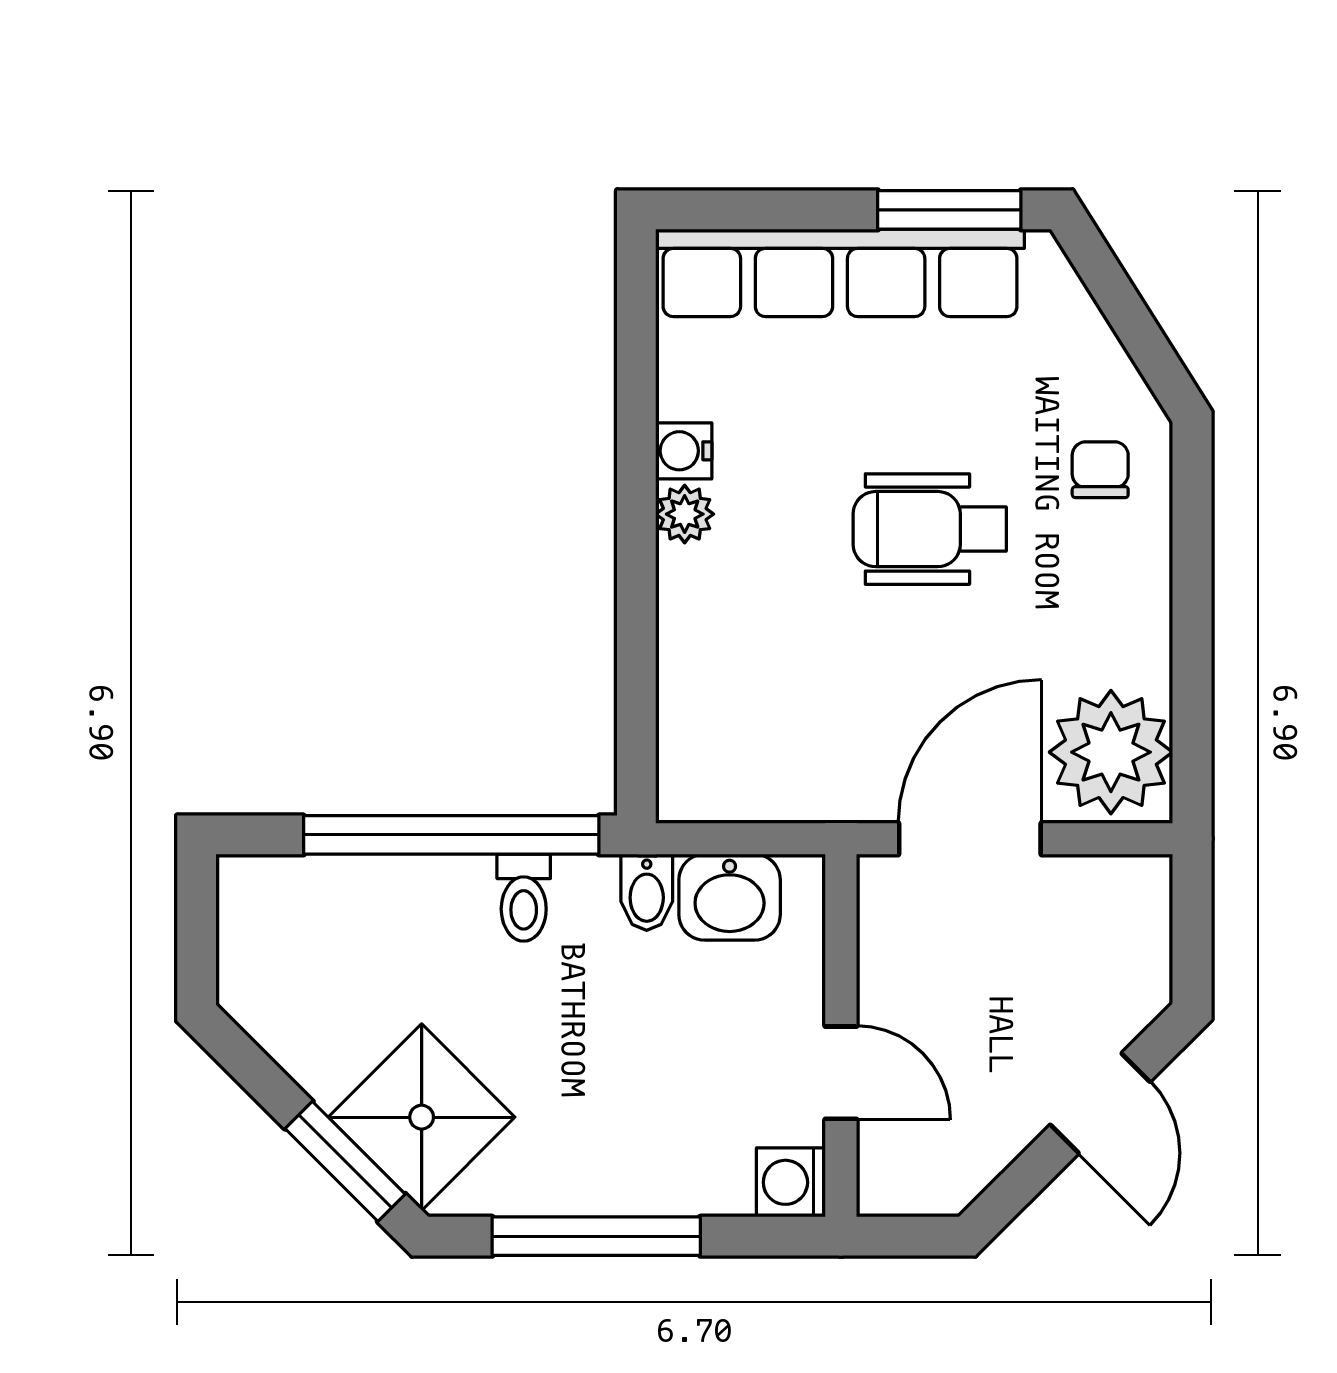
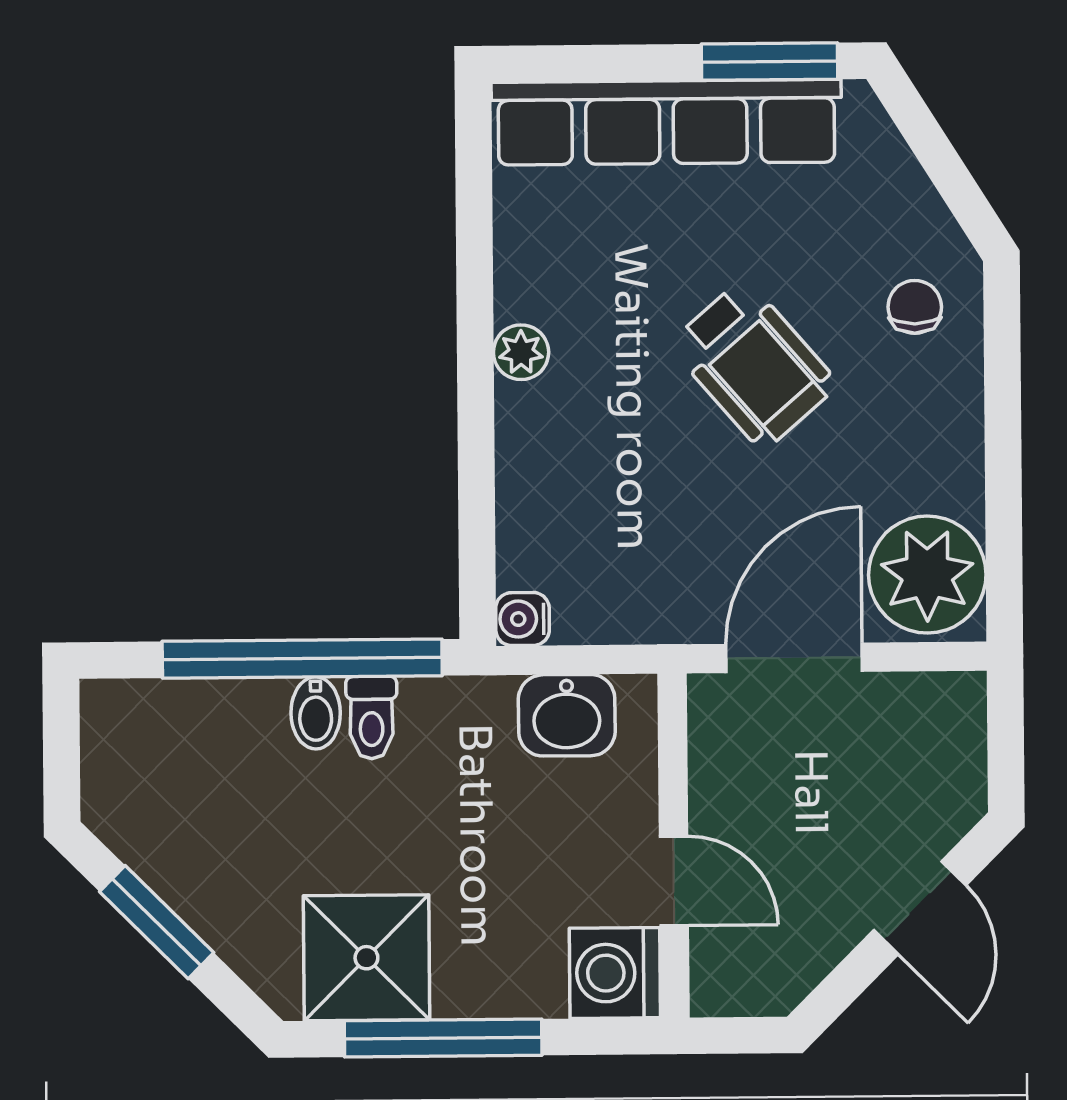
water cooler: (684, 451) -> (522, 619), moved
wheelchair: (930, 529) -> (754, 364), turned -131
bidet: (647, 892) -> (316, 713), moved
shower: (422, 1117) -> (366, 958), moved, turned 45
window: (345, 1161) -> (157, 922), moved
washing machine: (791, 1182) -> (615, 973), width x1.38, depth x1.38

